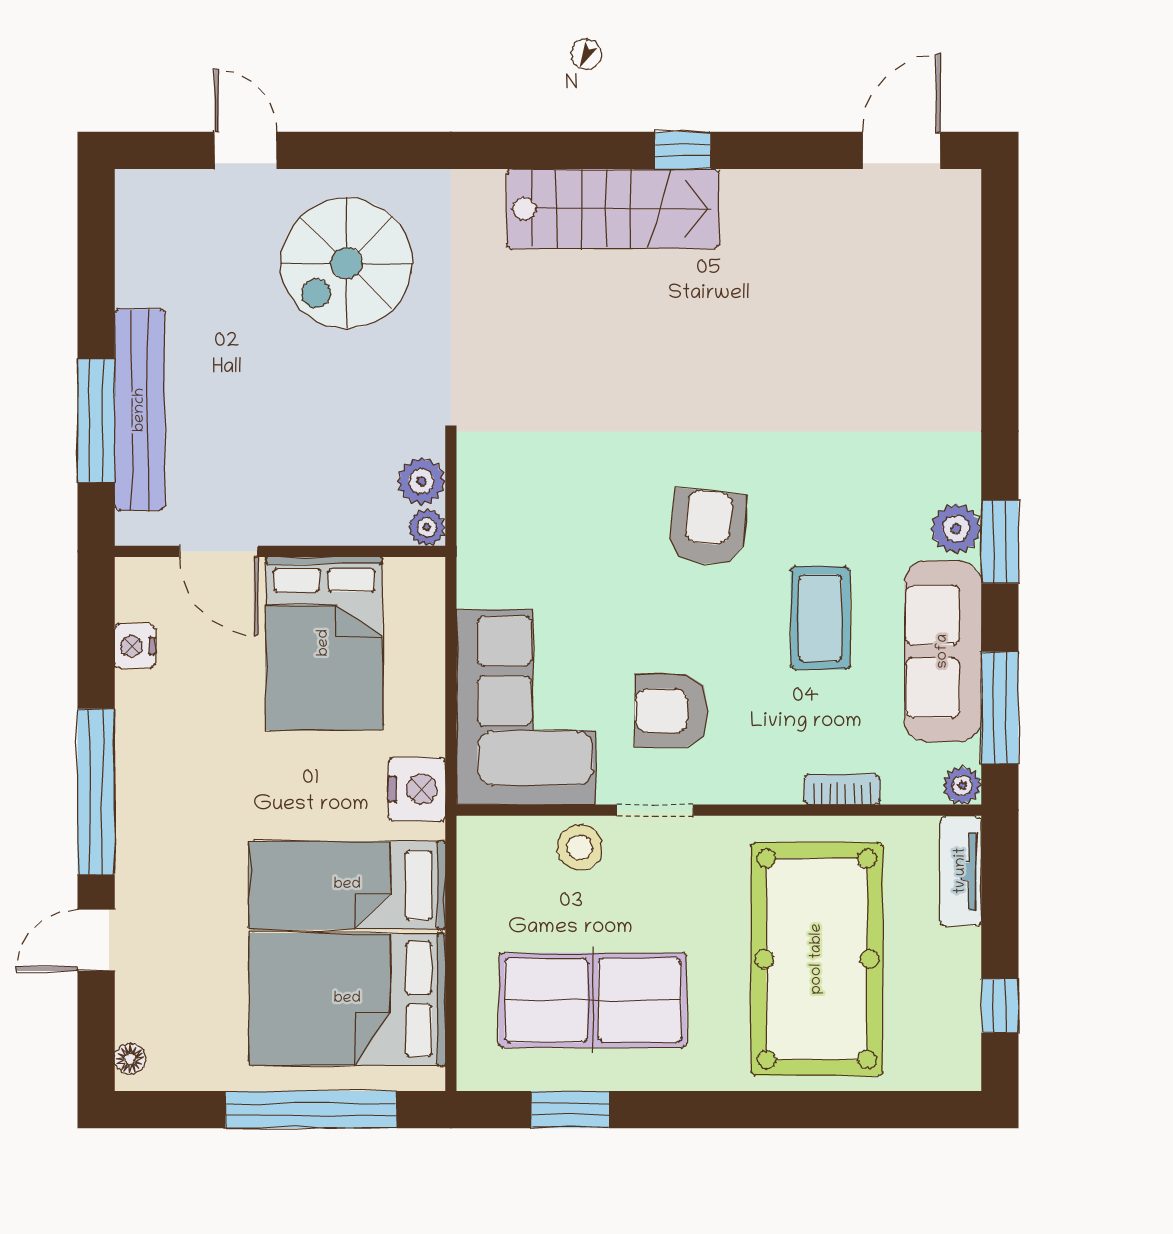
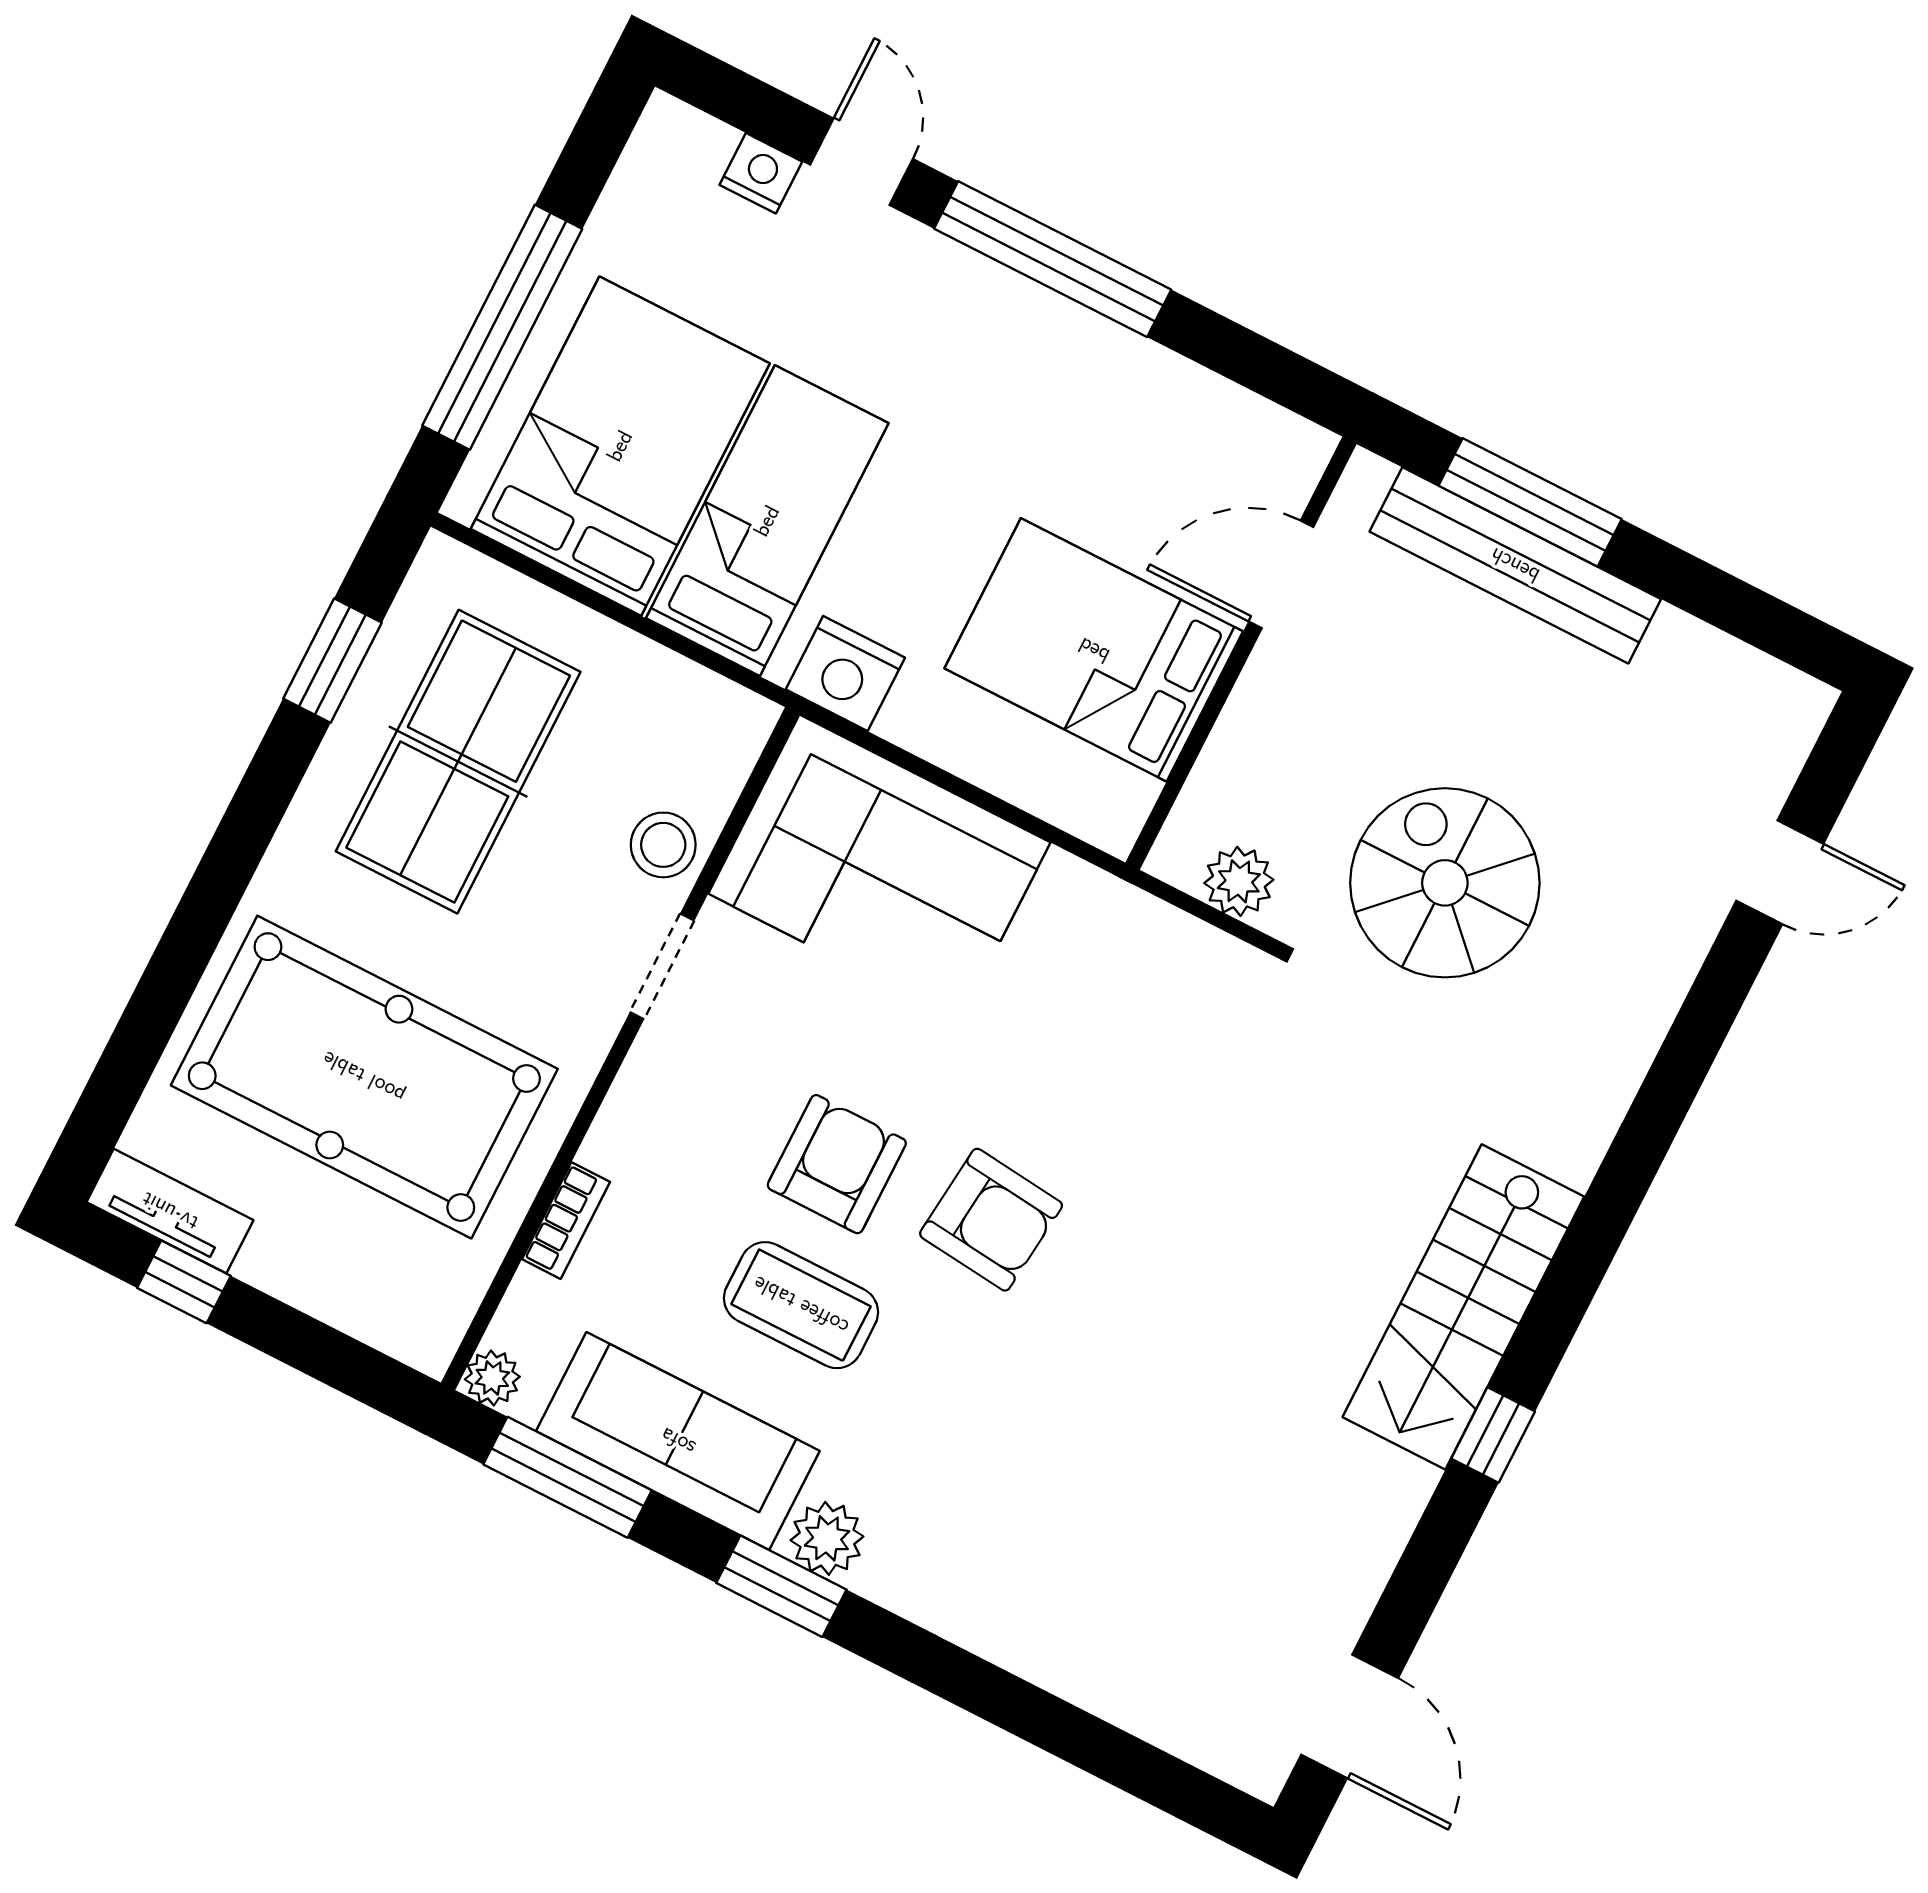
spiral stairs: (346, 263) -> (1445, 883), moved
plant: (427, 527) -> (1176, 858), removed
nightstand: (135, 646) -> (761, 173), moved
armchair: (671, 711) -> (837, 1164), moved
tv unit: (961, 871) -> (170, 1211), moved
floor lamp: (130, 1059) -> (686, 128), removed

